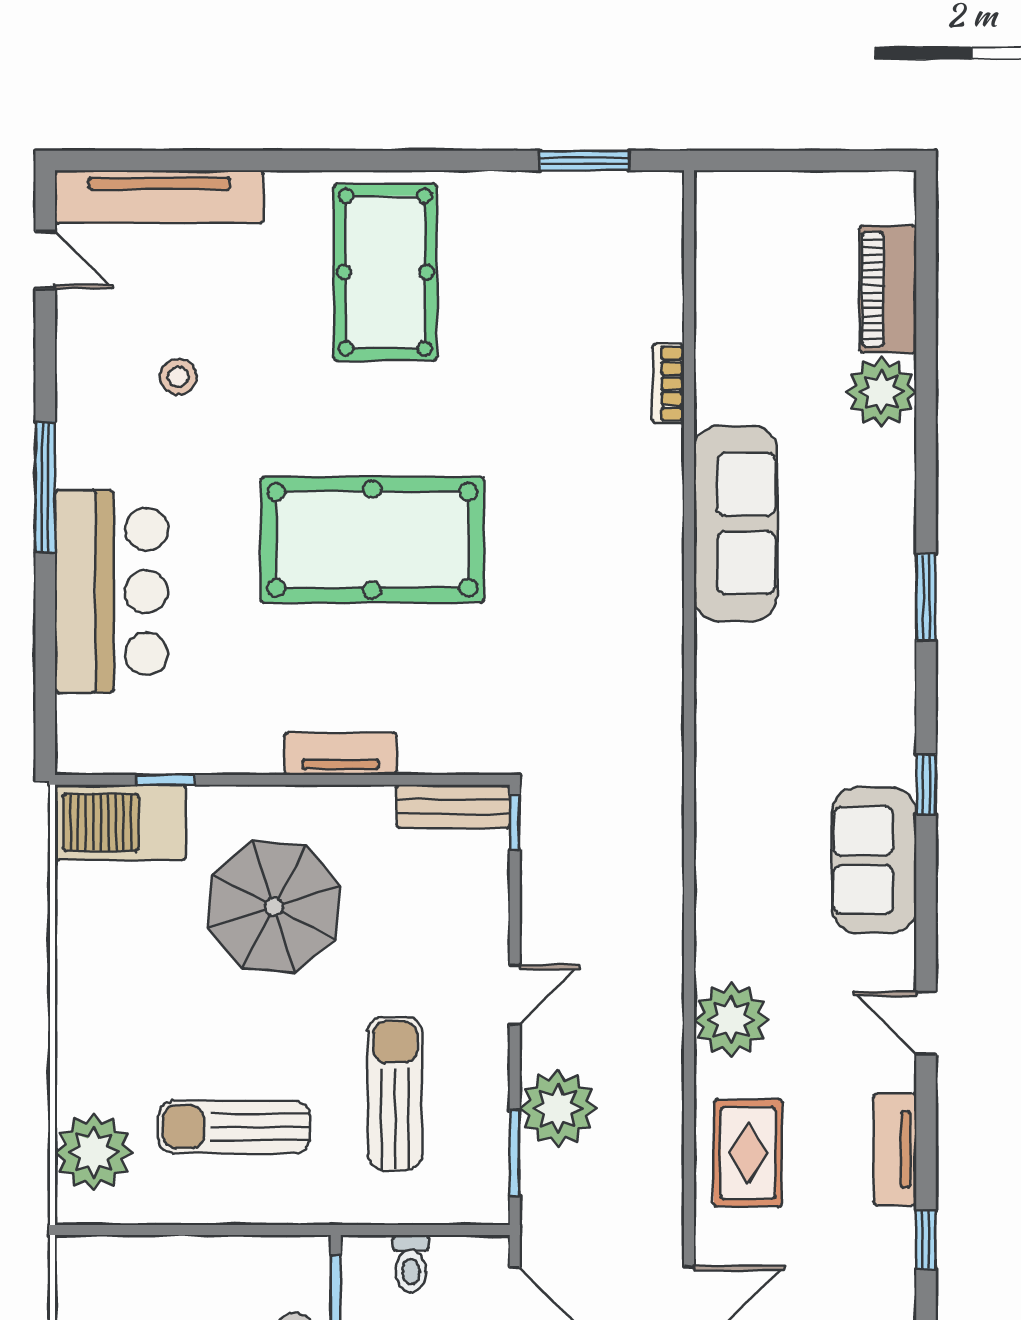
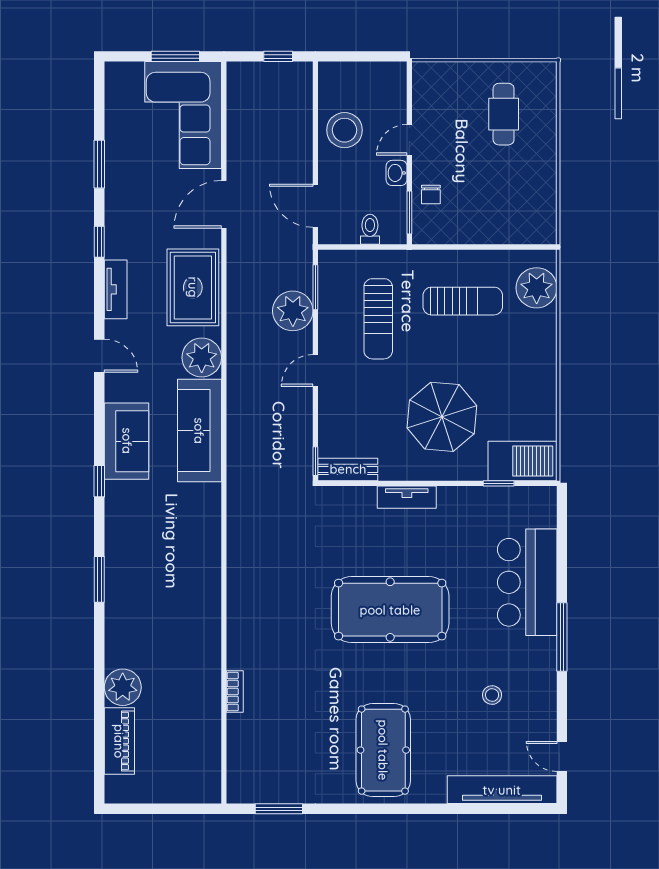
sofa: (735, 523) -> (199, 431), moved
rug: (748, 1153) -> (193, 287), width x1.36, depth x1.43

